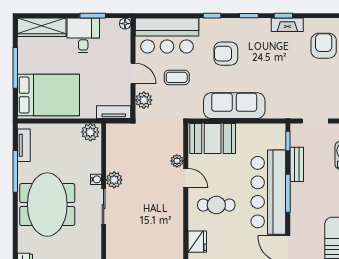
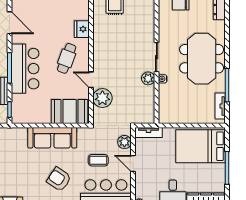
armchair: (226, 54) -> (59, 179), turned -146
plant: (90, 132) -> (167, 116), removed
plant: (177, 161) -> (102, 98), width x1.87, depth x1.87
bar counter: (268, 192) -> (25, 69), width x0.73
cafe table: (216, 205) -> (67, 58), turned -70

